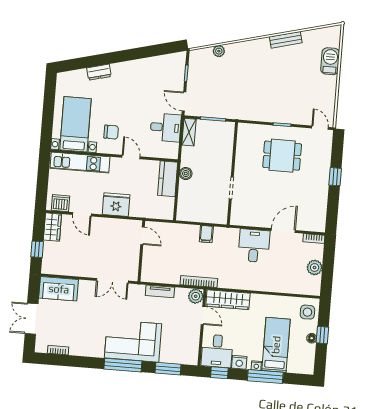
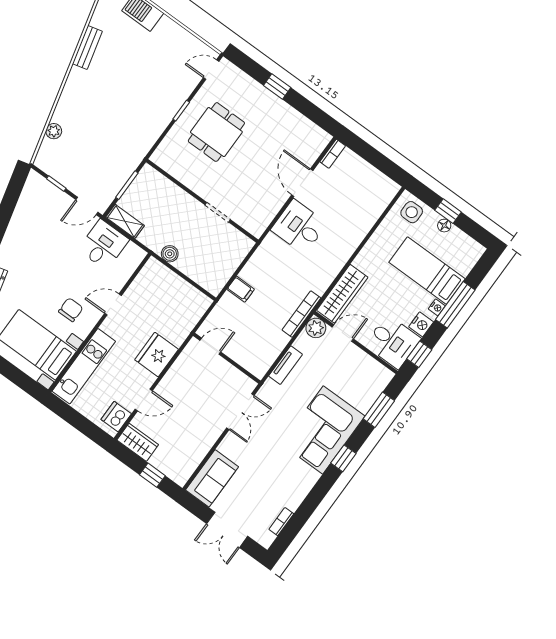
kitchen counter: (168, 179) -> (163, 278), removed
filing cabinet: (206, 234) -> (241, 289), moved
plant: (315, 267) -> (366, 173), removed
window: (123, 365) -> (343, 458), width x0.46

